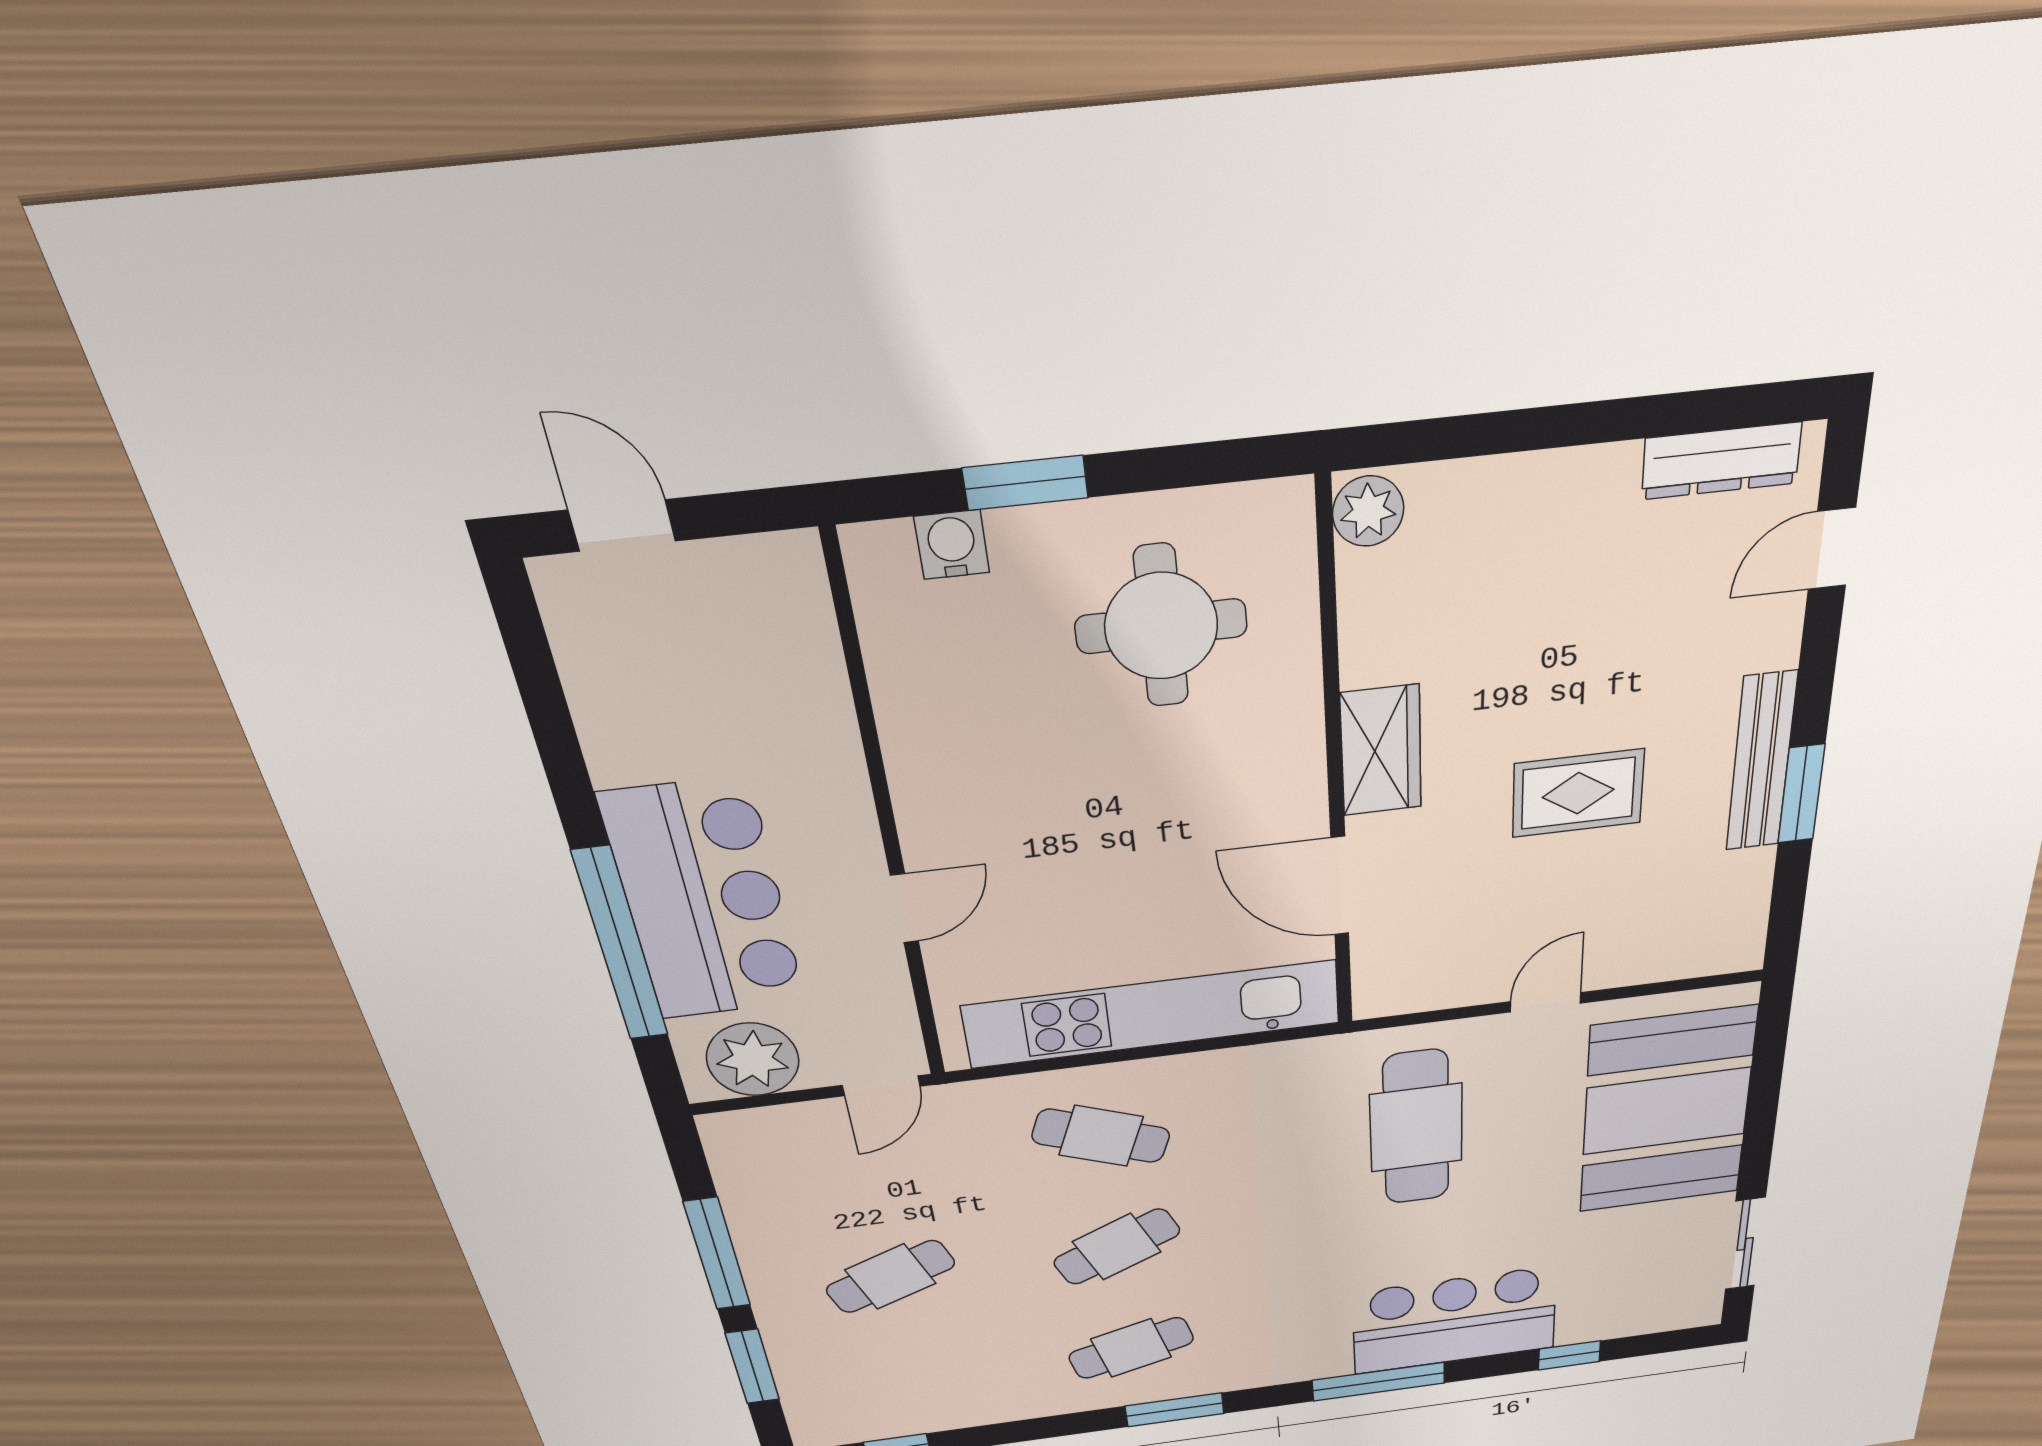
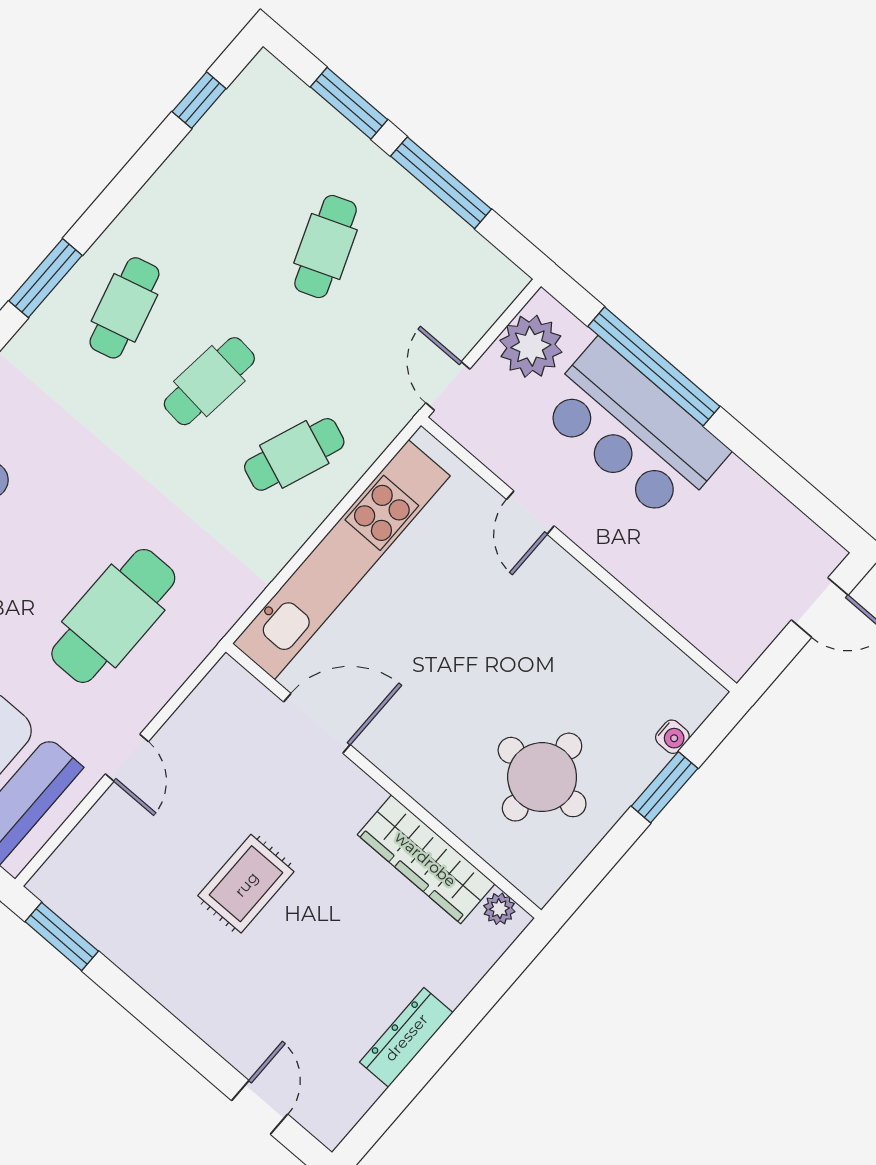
dresser: (1721, 461) -> (406, 1037), moved
plant: (1368, 511) -> (499, 909), width x0.73, depth x0.73
water cooler: (952, 545) -> (672, 737), width x0.72, depth x0.72
wardrobe: (1381, 751) -> (426, 859), moved, width x1.50
bench: (1761, 762) -> (167, 986), removed
window: (1801, 794) -> (62, 936), moved
cafe table: (1416, 1128) -> (113, 616), turned 90
cafe table: (1117, 1247) -> (209, 381), turned 30

